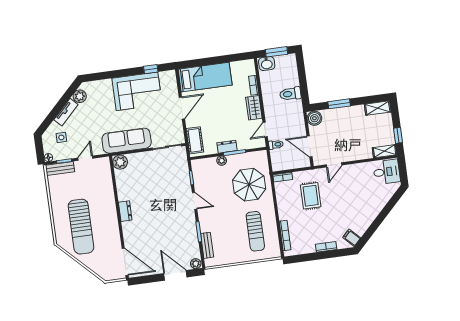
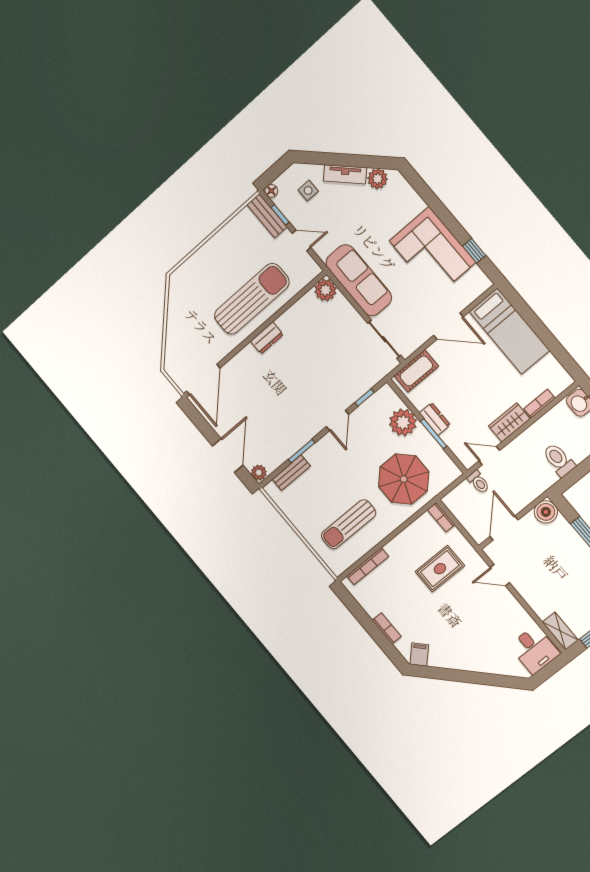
plant: (222, 161) -> (403, 422), width x1.88, depth x1.88
sun lounger: (81, 227) -> (252, 299), moved, turned 180

